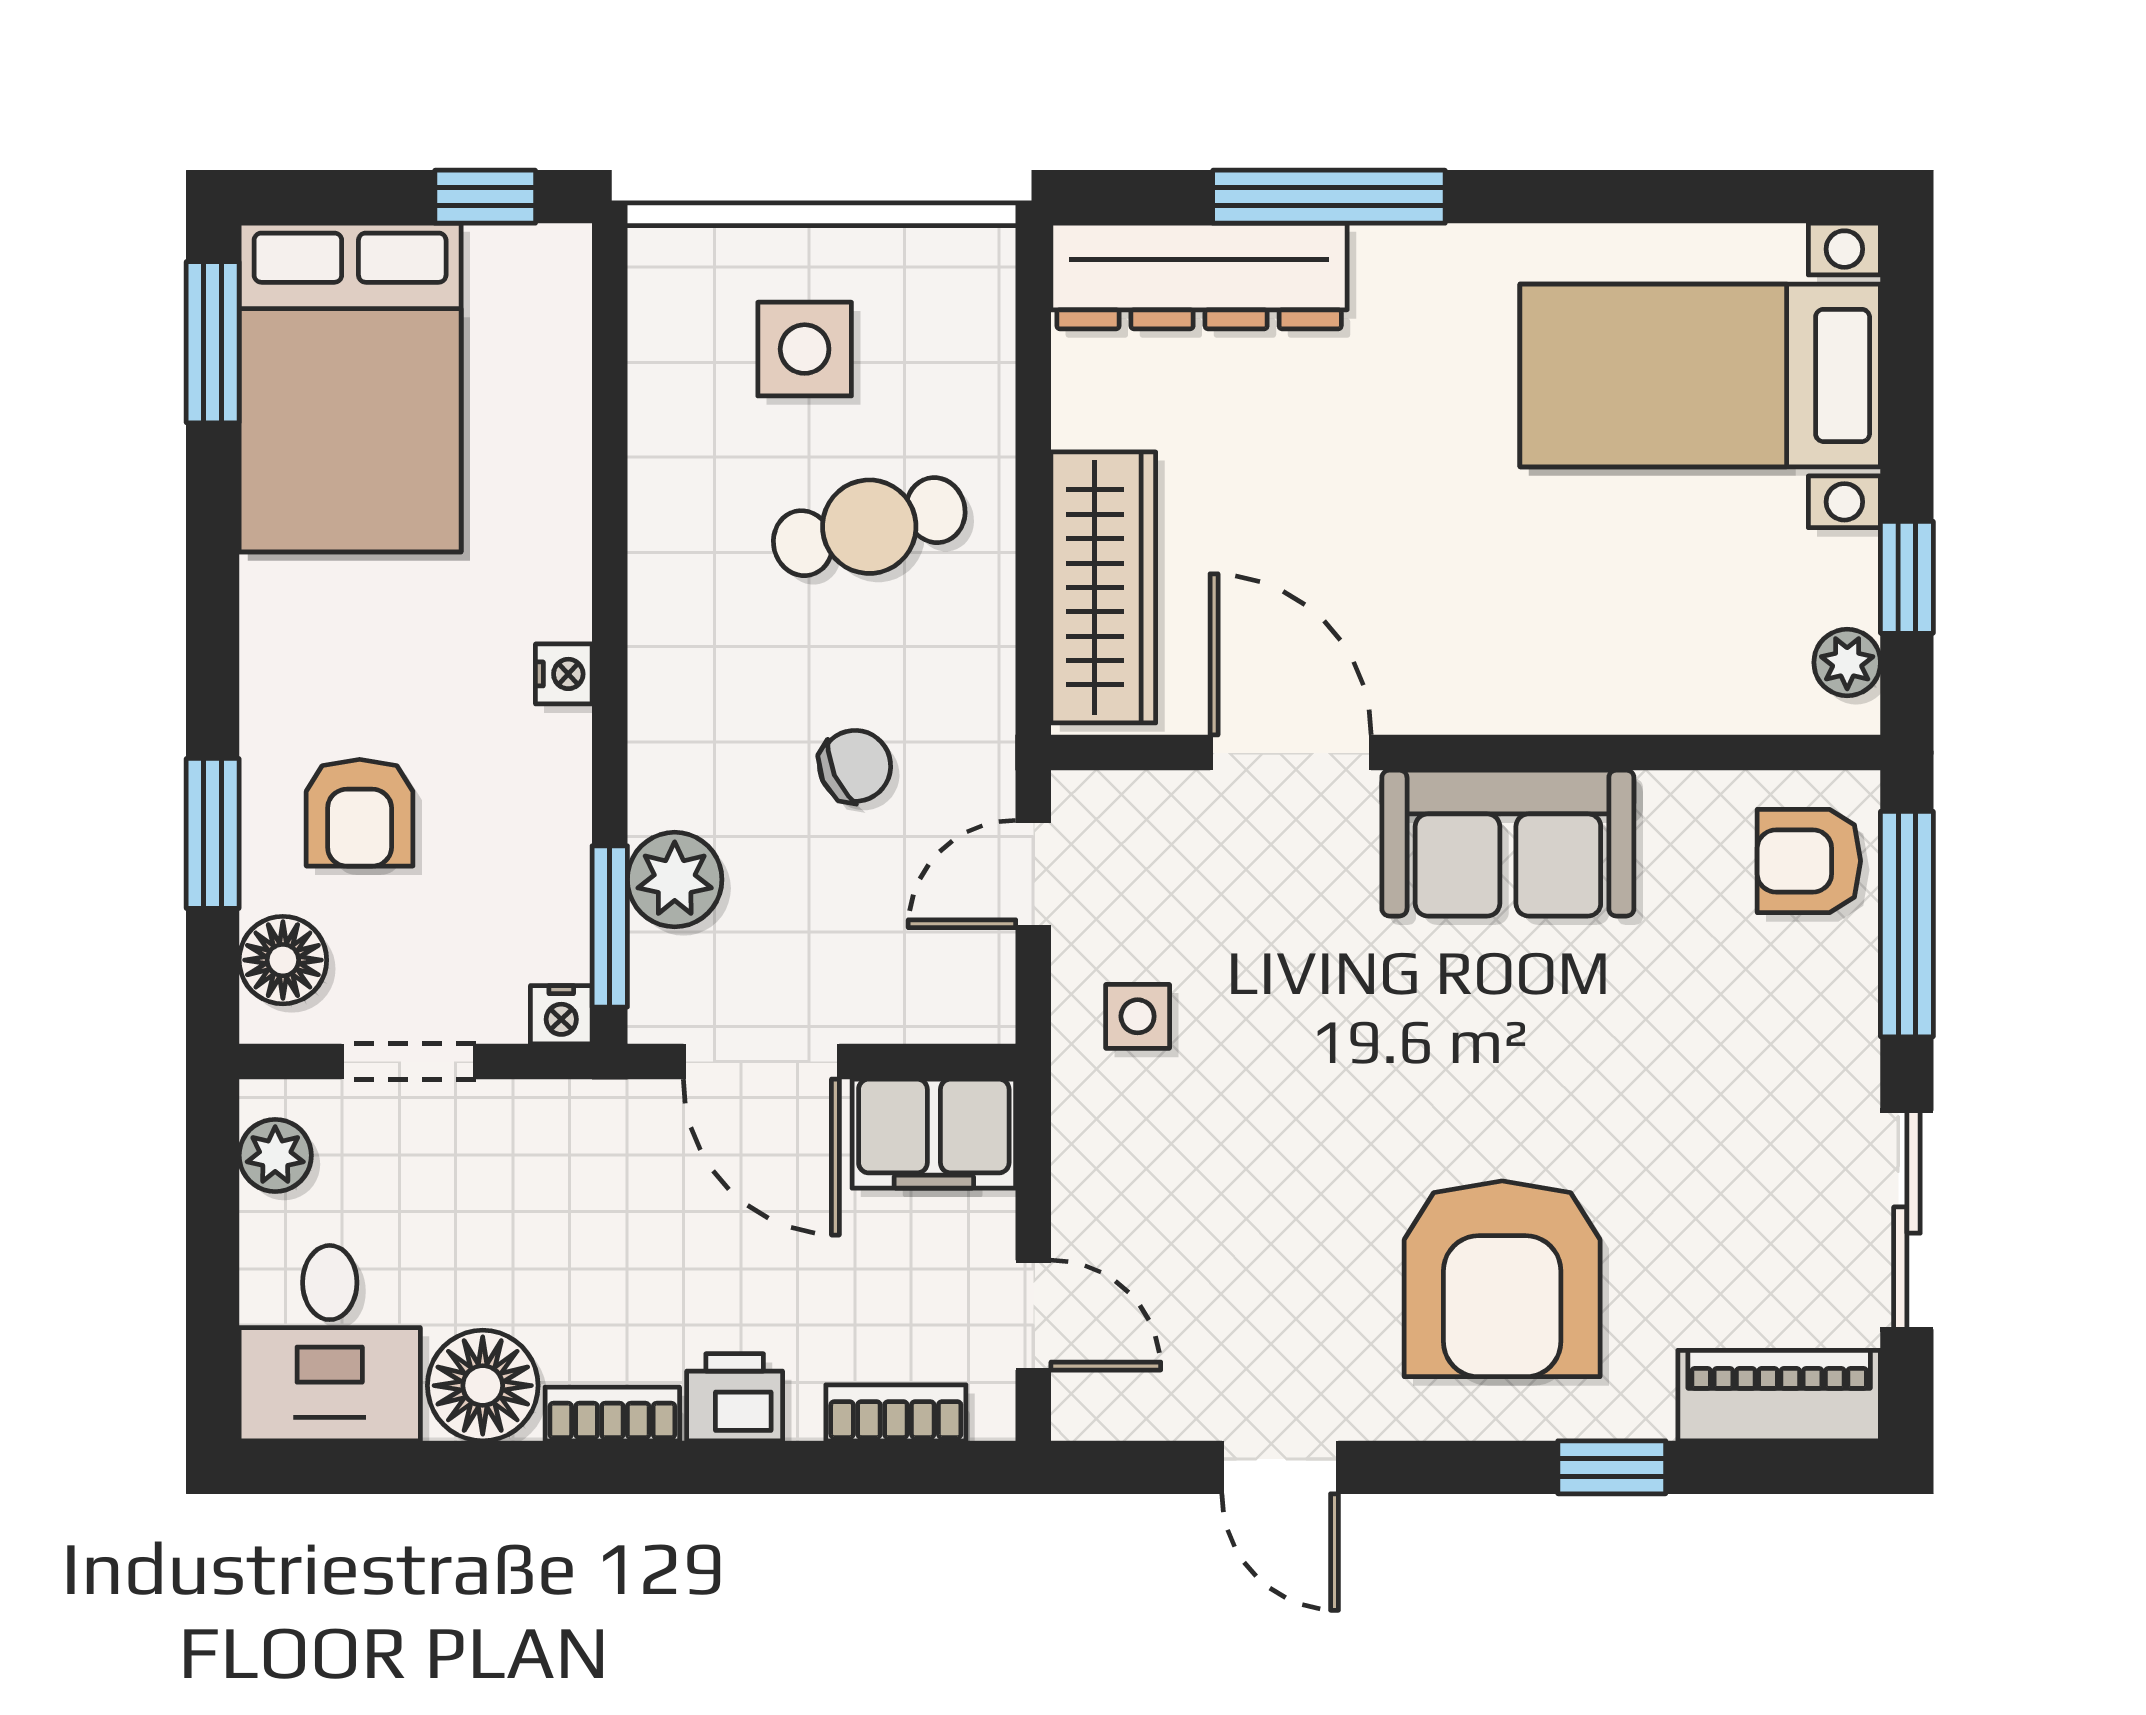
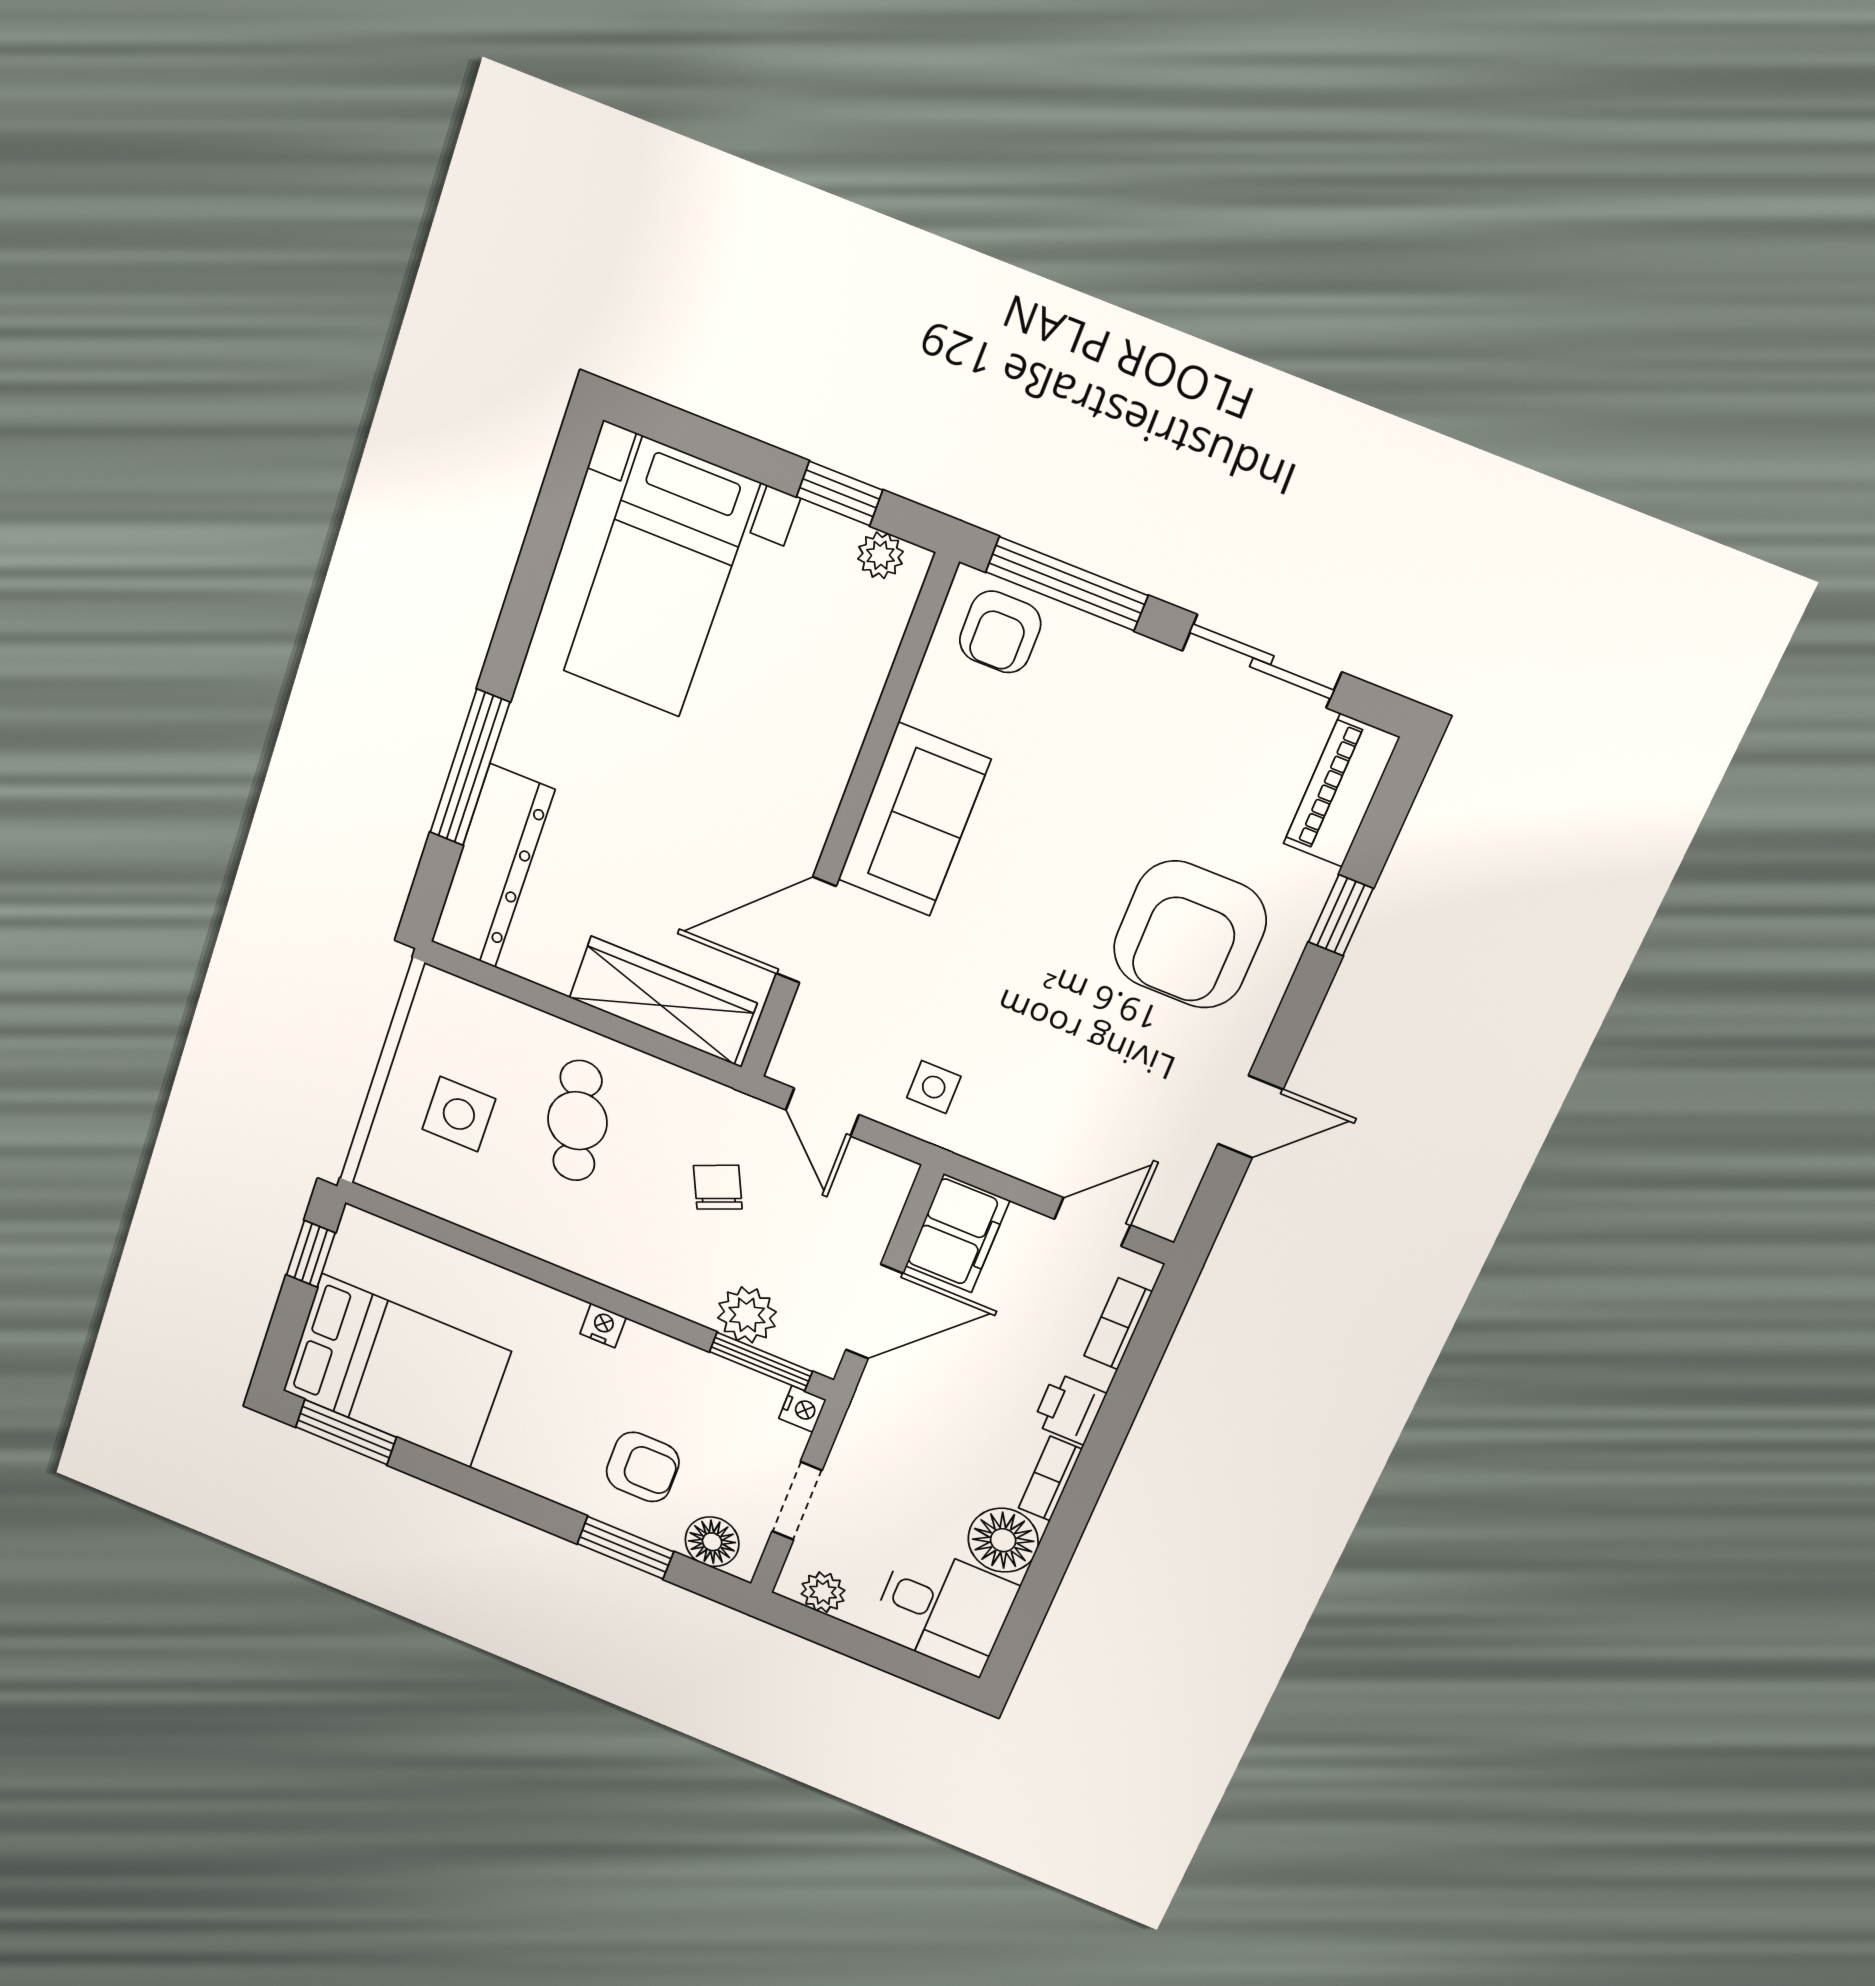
armchair: (1502, 1279) -> (1190, 935), turned 90

